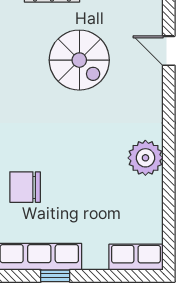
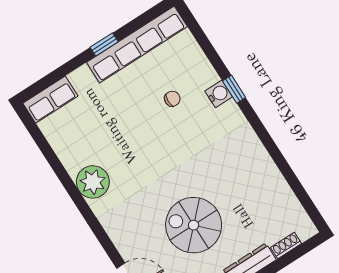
chair: (25, 187) -> (172, 99), width x0.54, depth x0.54

